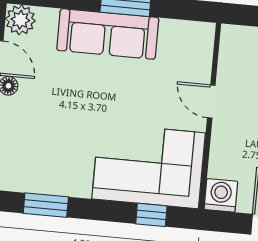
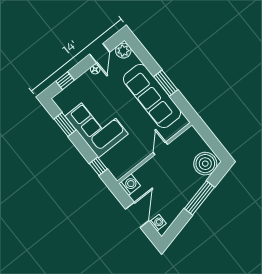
sofa: (108, 34) -> (152, 96), width x1.36, depth x1.27
corner sofa: (149, 166) -> (97, 125), moved

